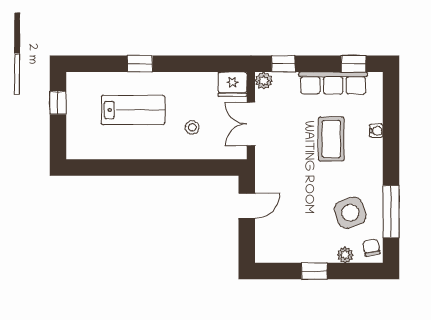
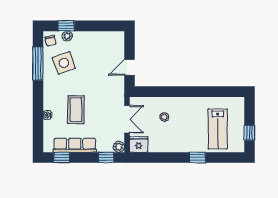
lab bench: (133, 110) -> (218, 129), moved, turned -90
window: (314, 271) -> (66, 26), moved

